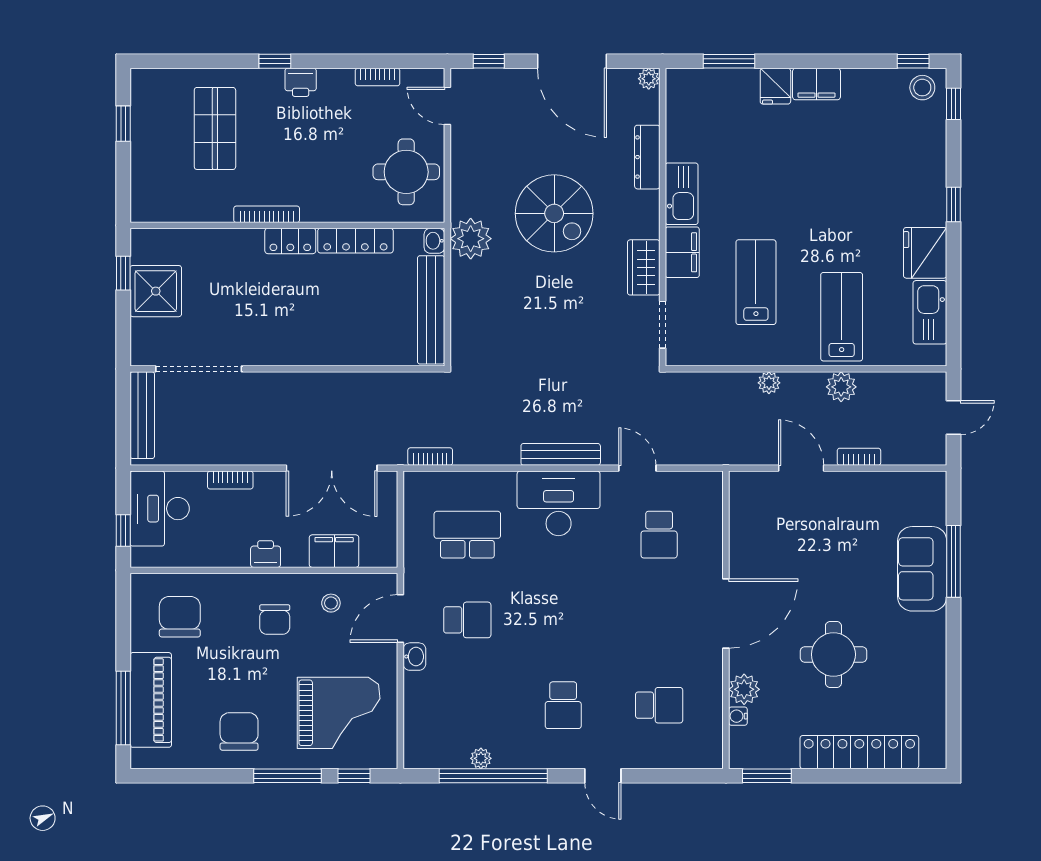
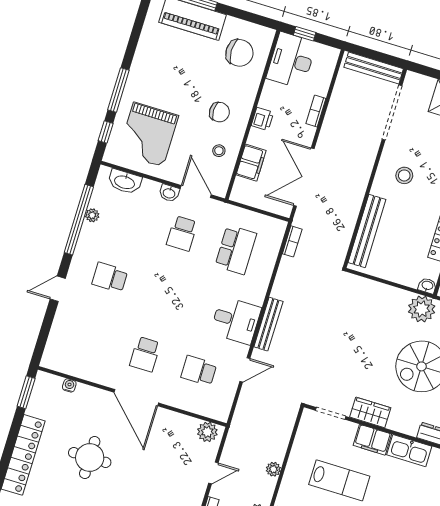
bench: (431, 310) -> (367, 231), moved, turned 90
stool: (285, 323) -> (404, 175), added
door: (801, 468) -> (213, 473), width x0.73
desk: (559, 503) -> (236, 320), width x0.73
desk: (160, 509) -> (291, 60), moved, turned -90
chair: (275, 619) -> (219, 112), turned 180
plant: (744, 689) -> (207, 432), moved
school desk: (659, 705) -> (145, 354), moved
washbasin: (418, 726) -> (125, 182), added
chair: (239, 731) -> (156, 68), removed

